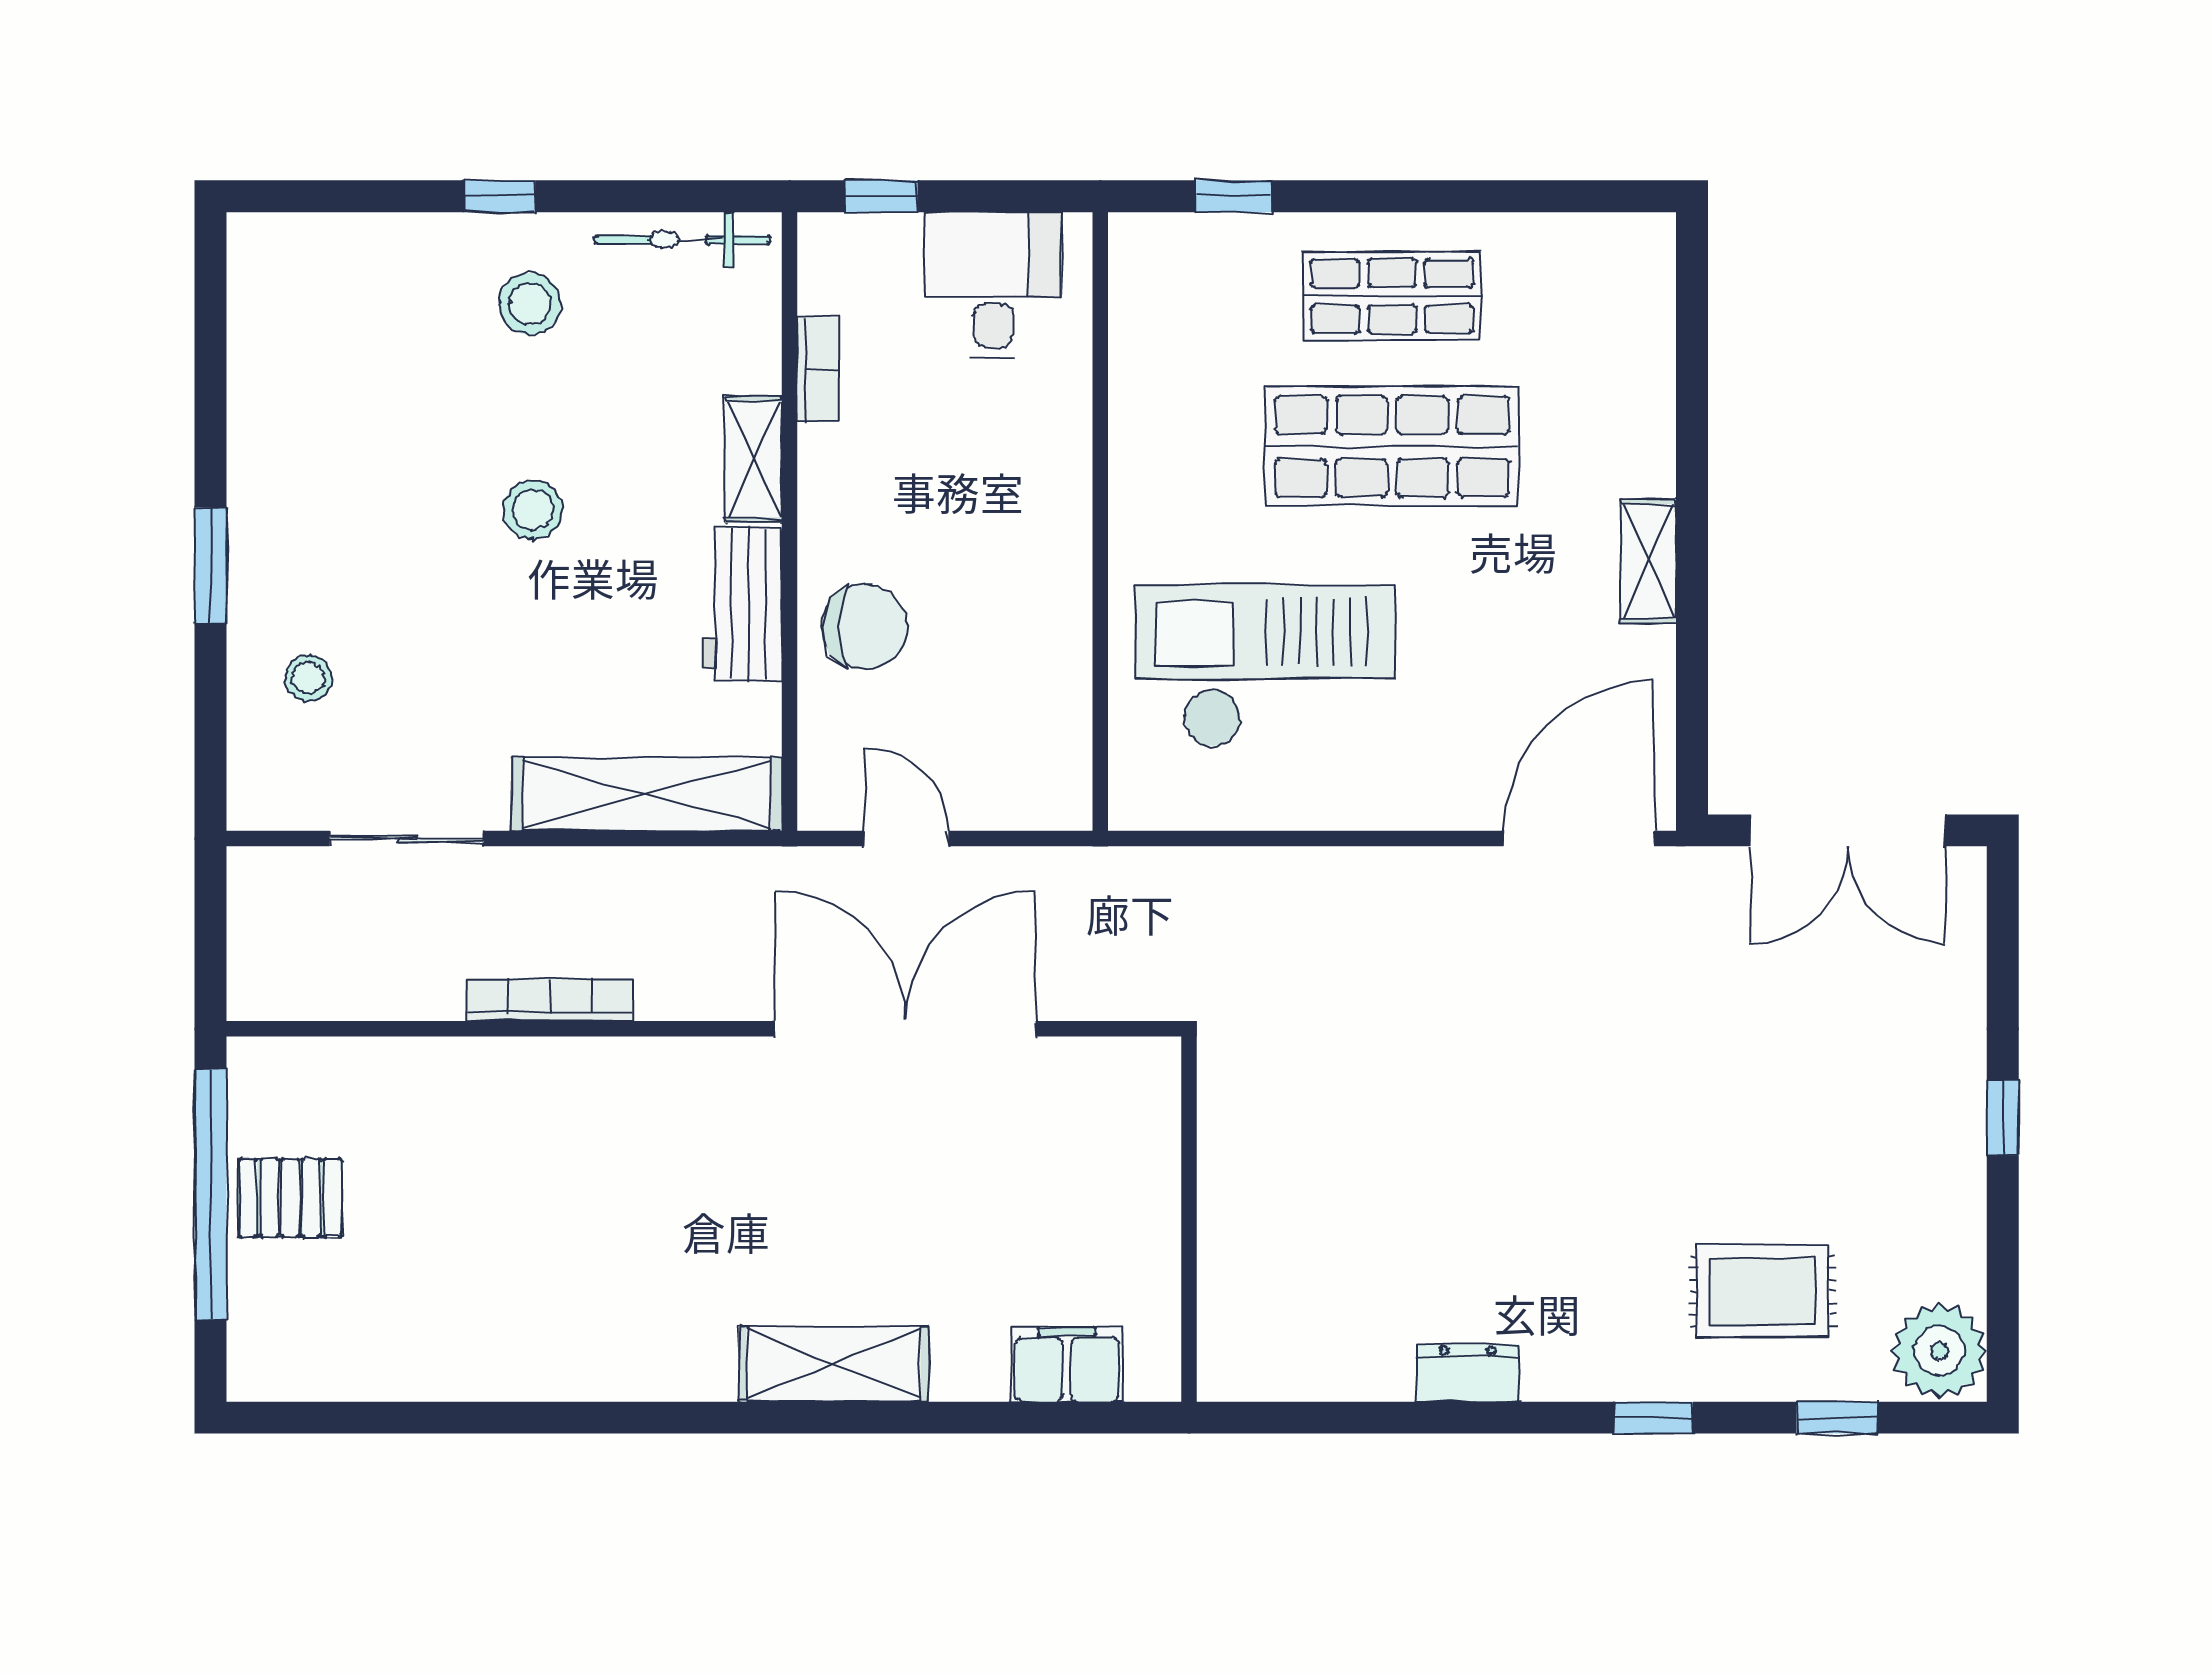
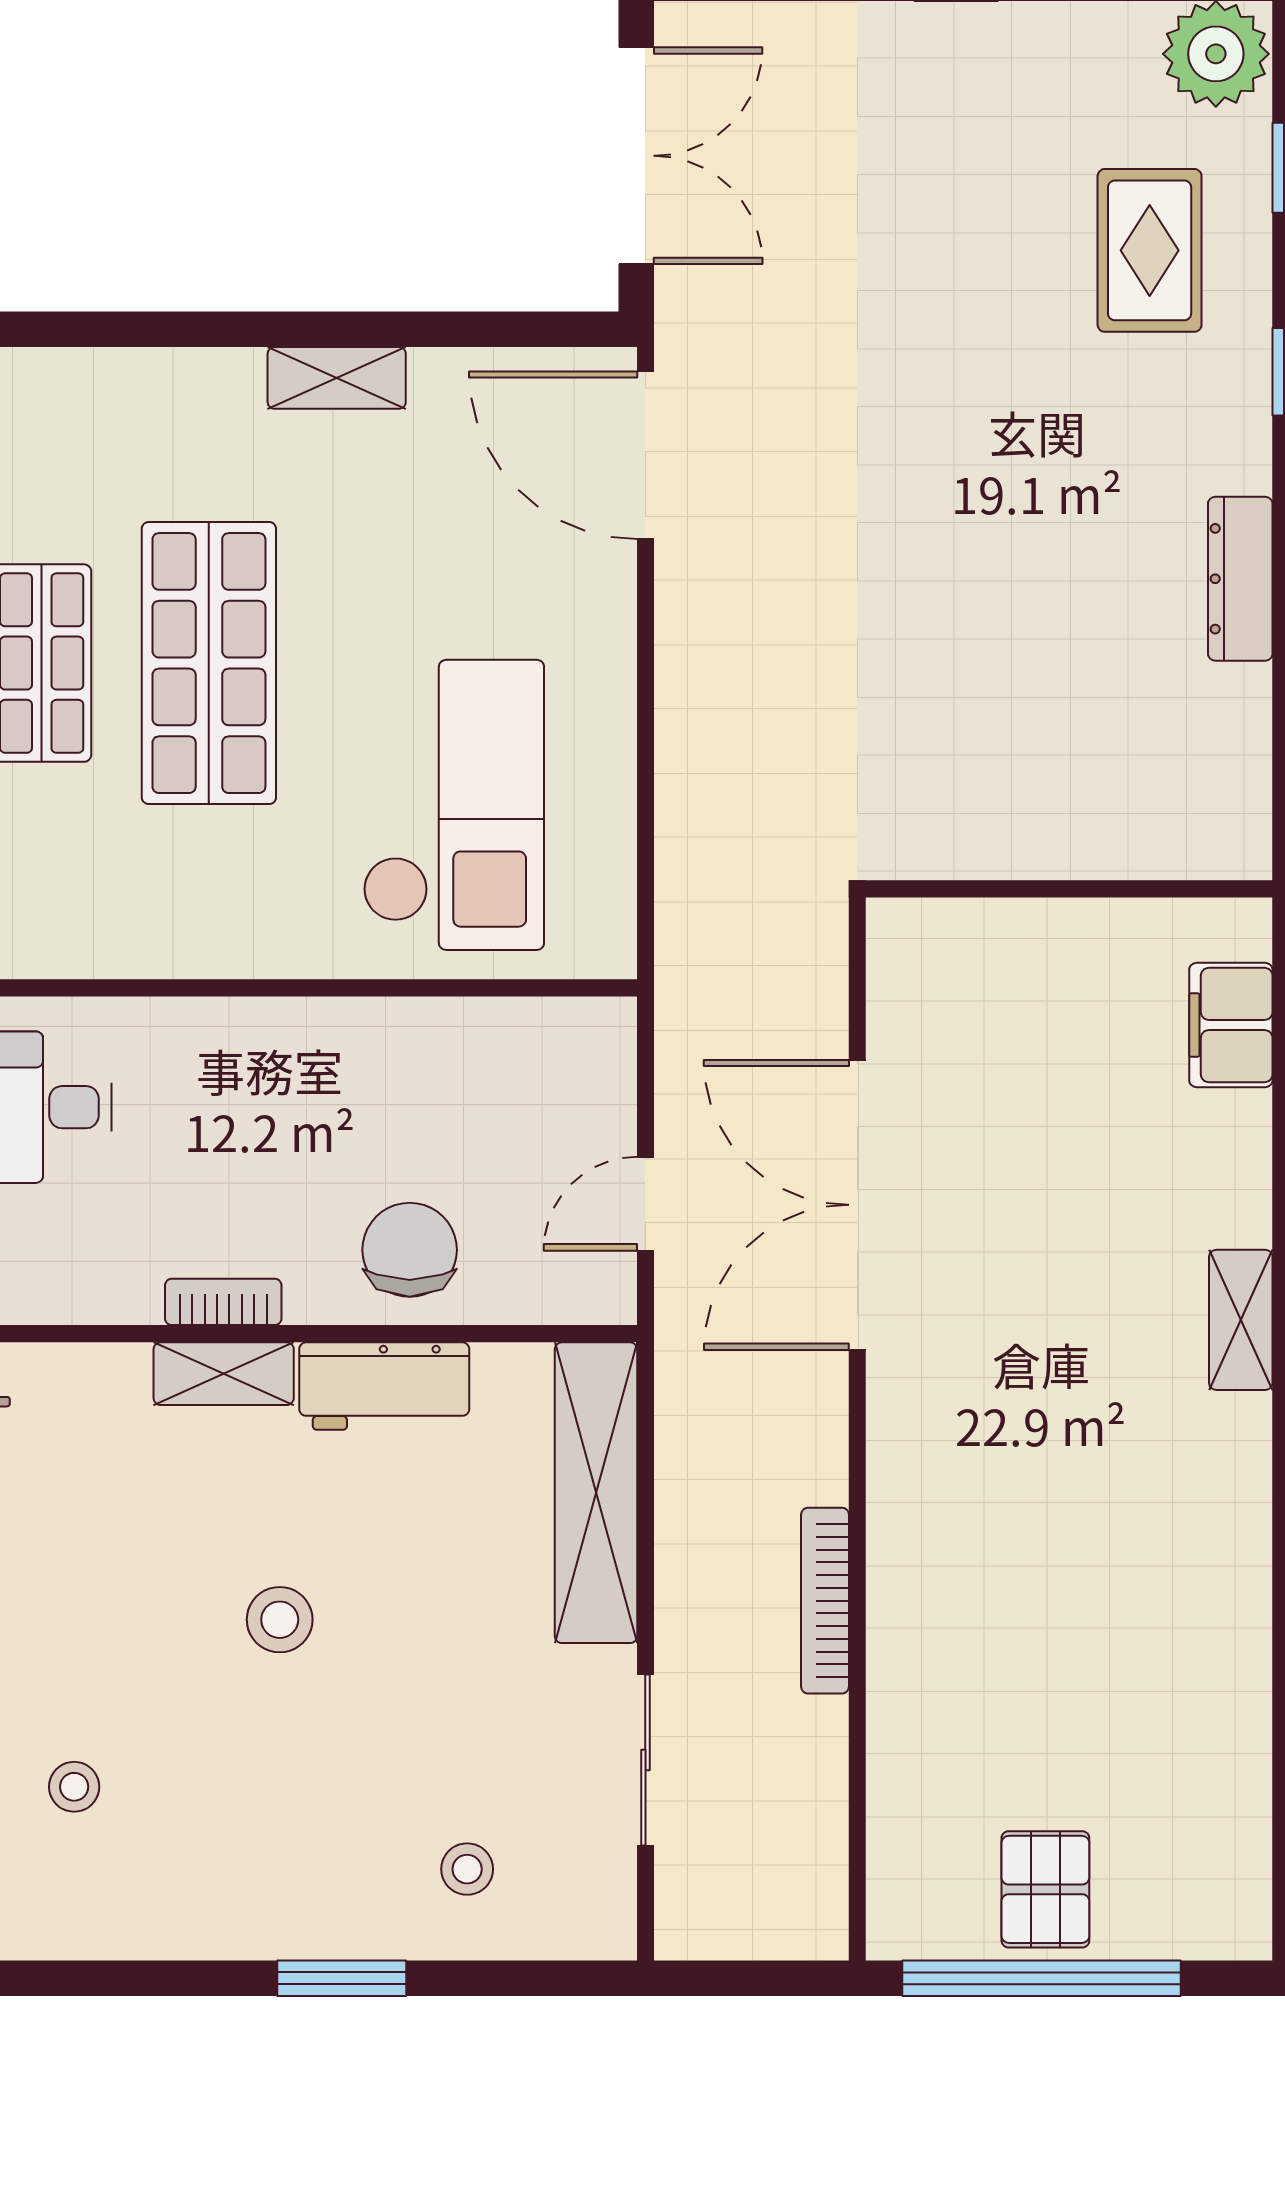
stool: (530, 304) -> (74, 1787), moved, width x0.73, depth x0.73
bookcase: (818, 370) -> (223, 1302), moved
checkout: (1265, 666) -> (453, 805), turned 180
shelving: (834, 1364) -> (1241, 1320), width x0.67, depth x0.75
dresser: (1468, 1373) -> (1240, 579), width x1.44

